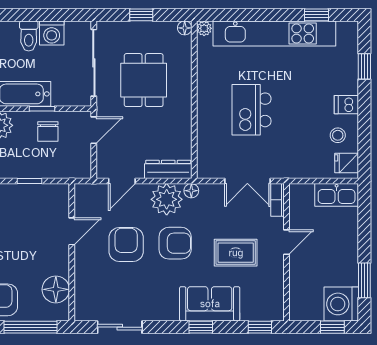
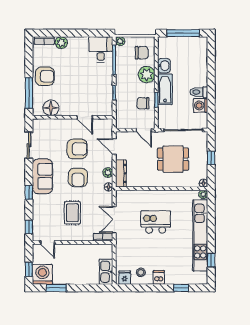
plant: (167, 199) -> (108, 173), width x0.53, depth x0.53
door: (287, 242) -> (48, 243), moved
sofa: (210, 304) -> (42, 176), moved

